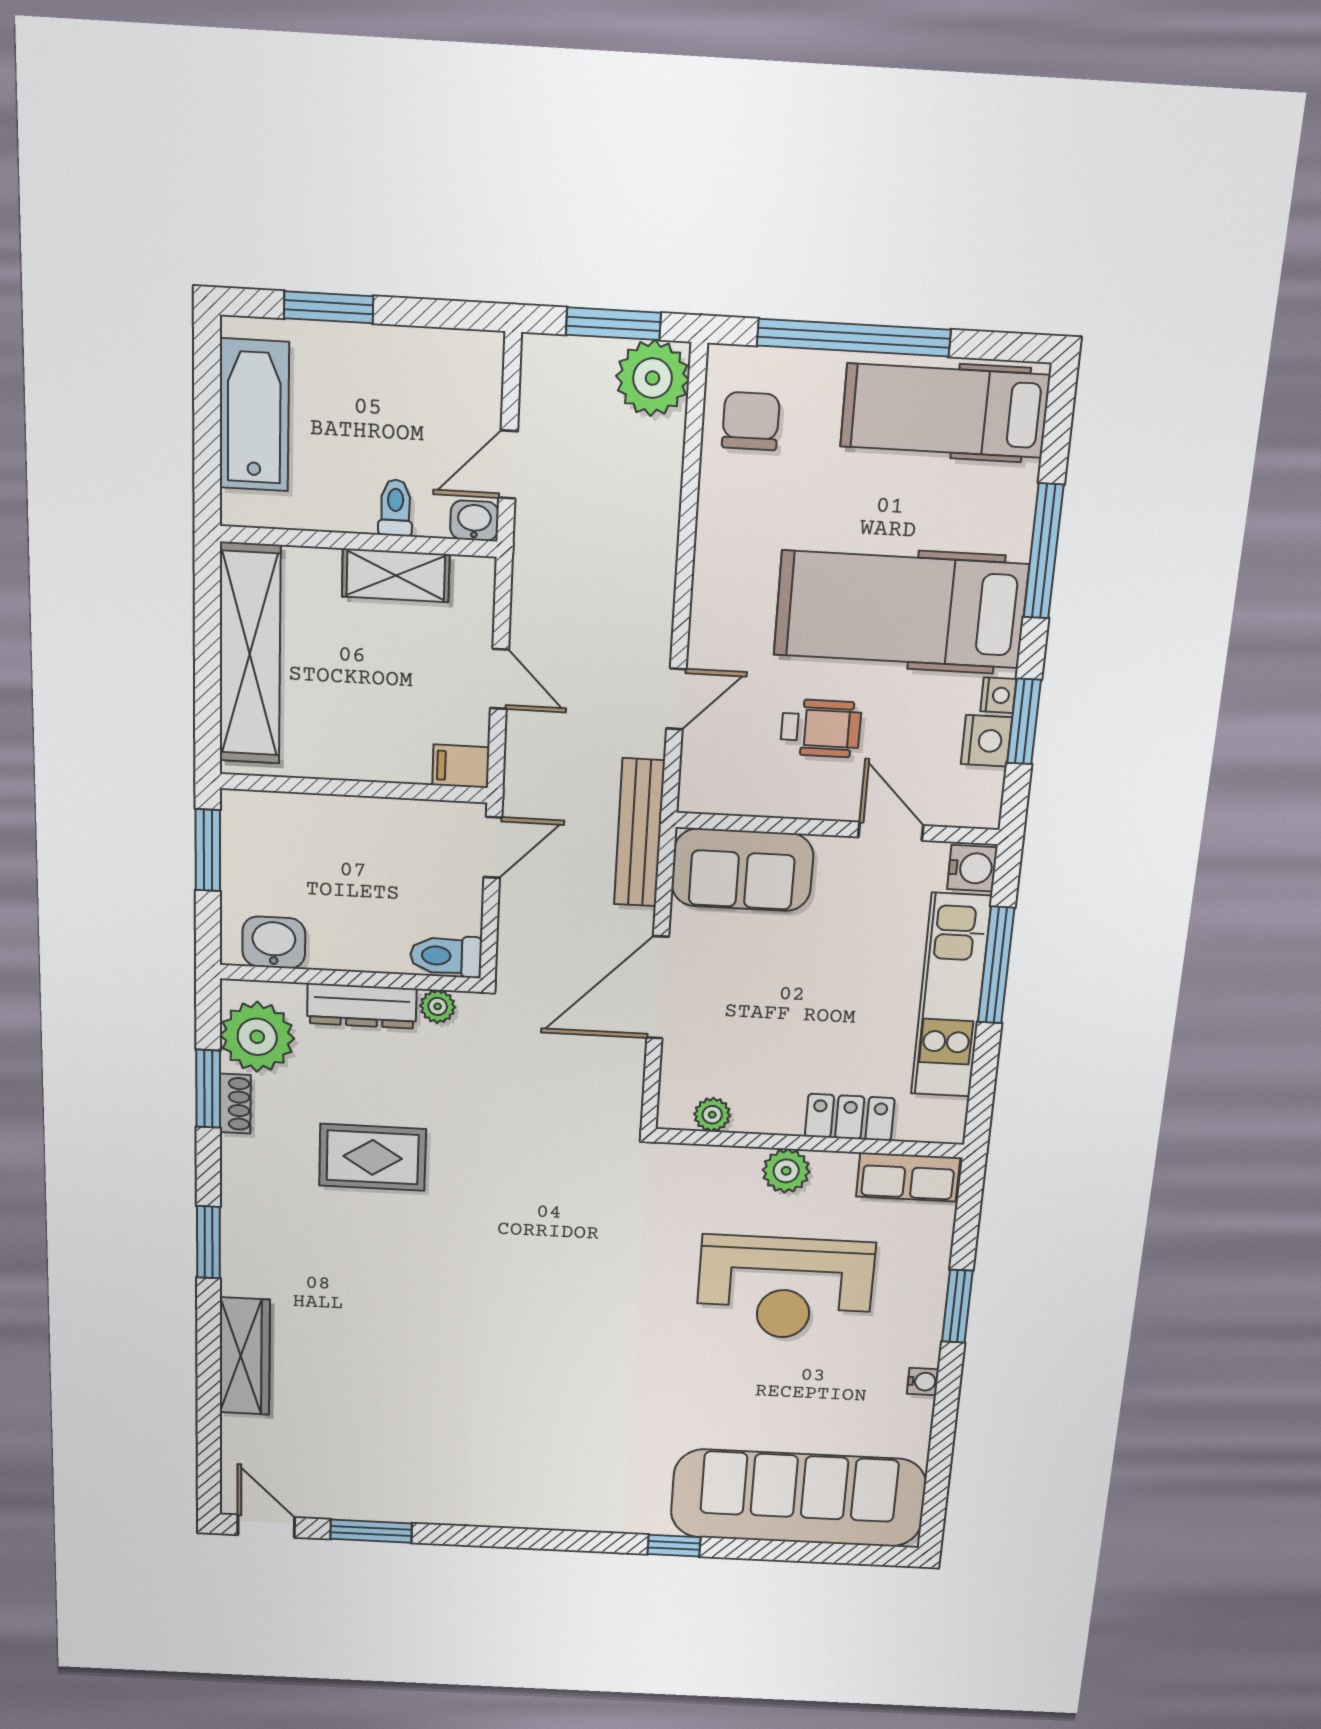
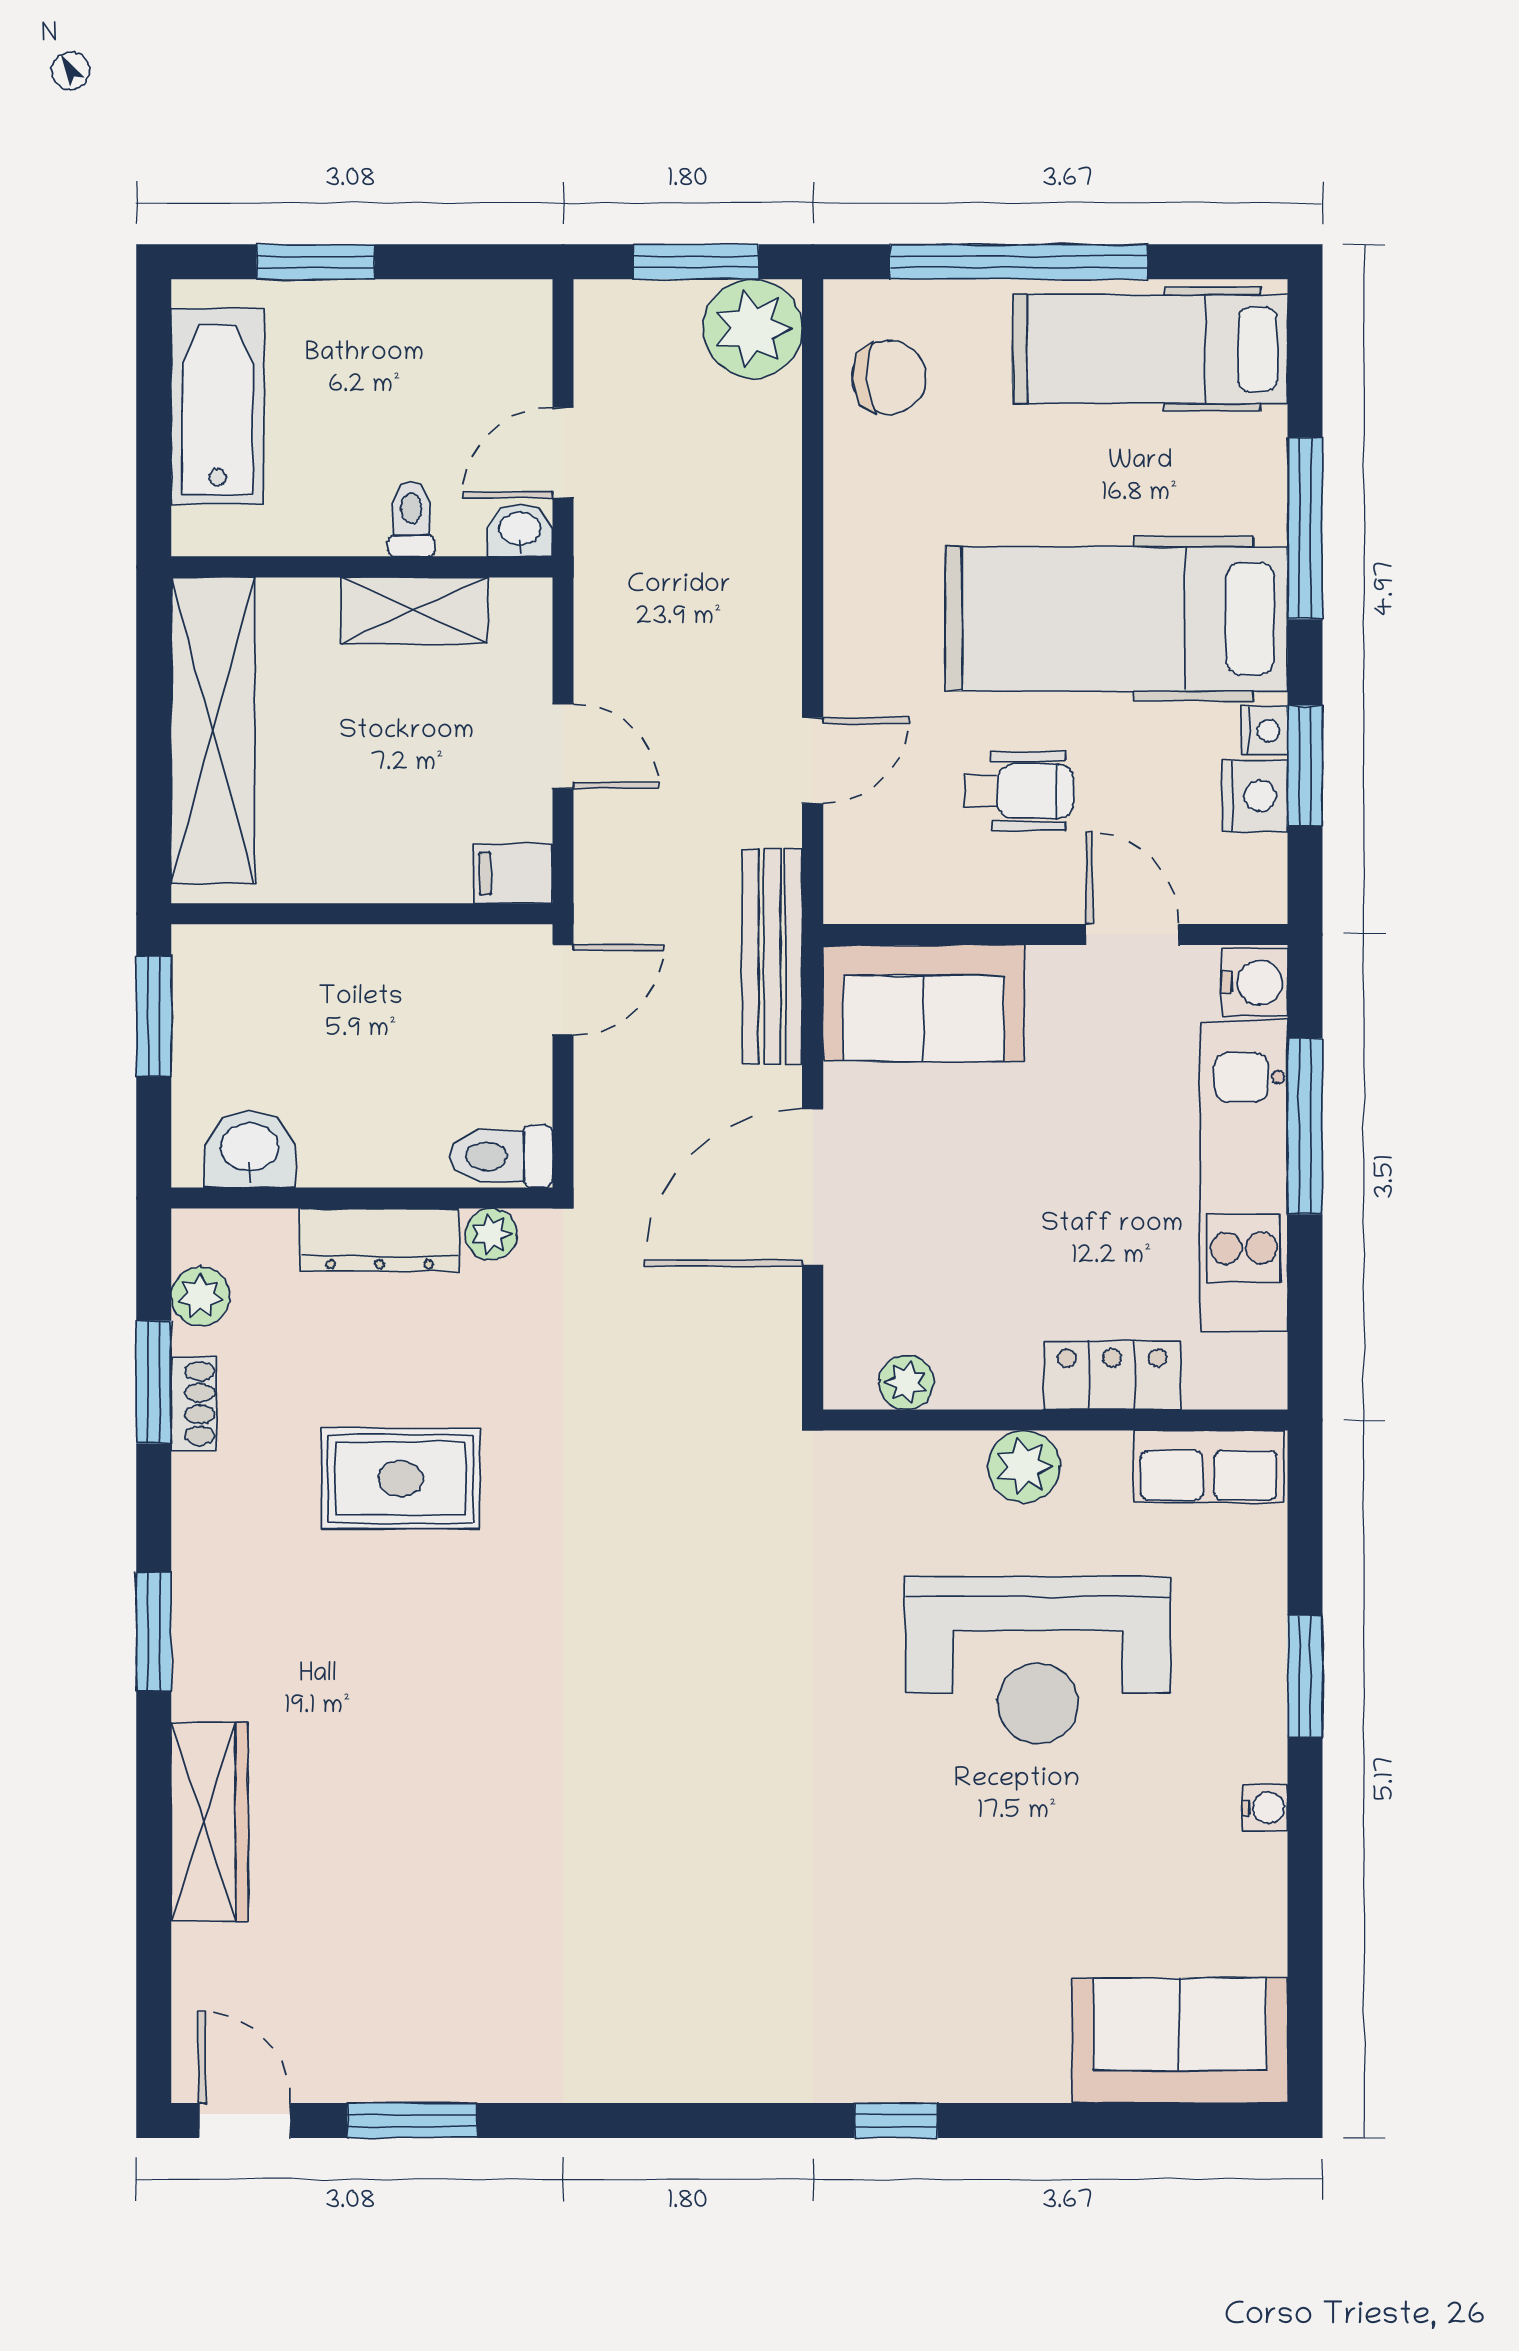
chair: (751, 421) -> (889, 377), turned 87
plant: (257, 1037) -> (200, 1296), width x0.53, depth x0.53
sofa: (798, 1498) -> (1180, 2041), width x0.54, depth x0.79

